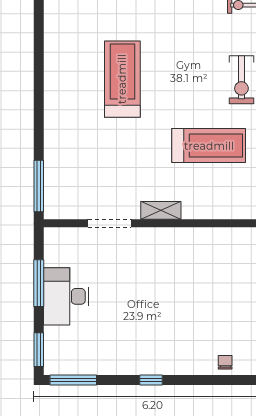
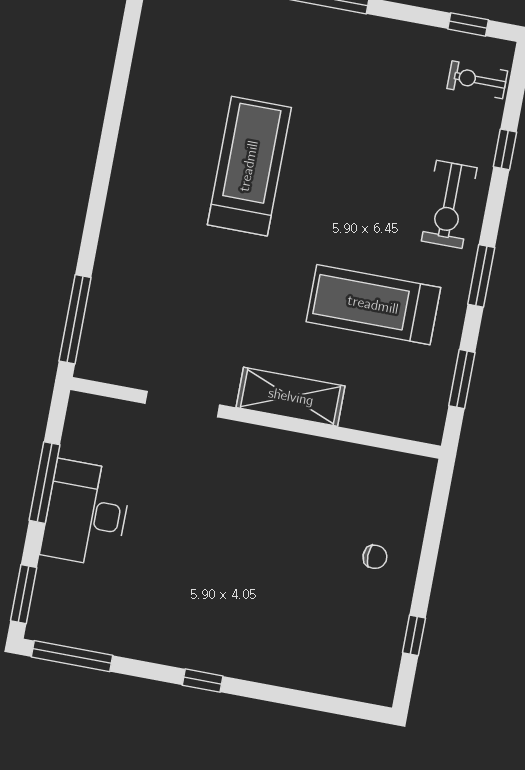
treadmill: (209, 146) -> (373, 305), turned 180
shelving: (161, 210) -> (291, 397), width x1.50, depth x1.33
chair: (225, 362) -> (375, 557), moved, turned 90

